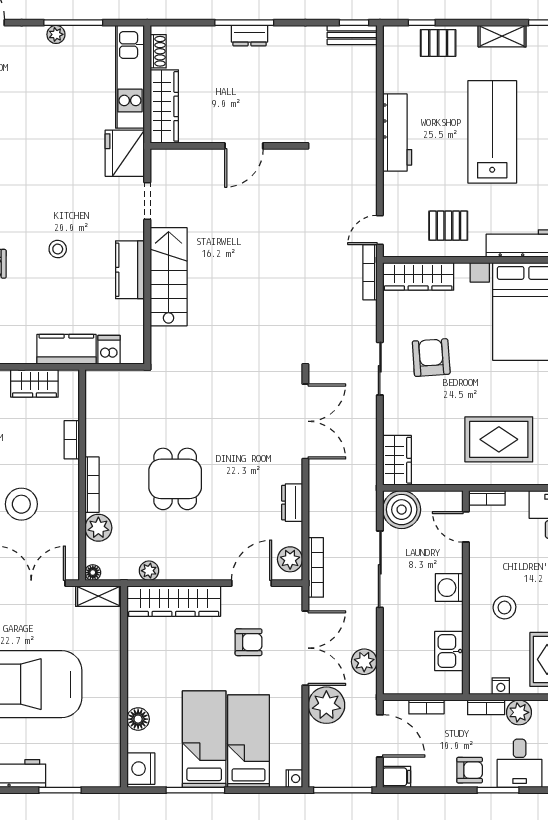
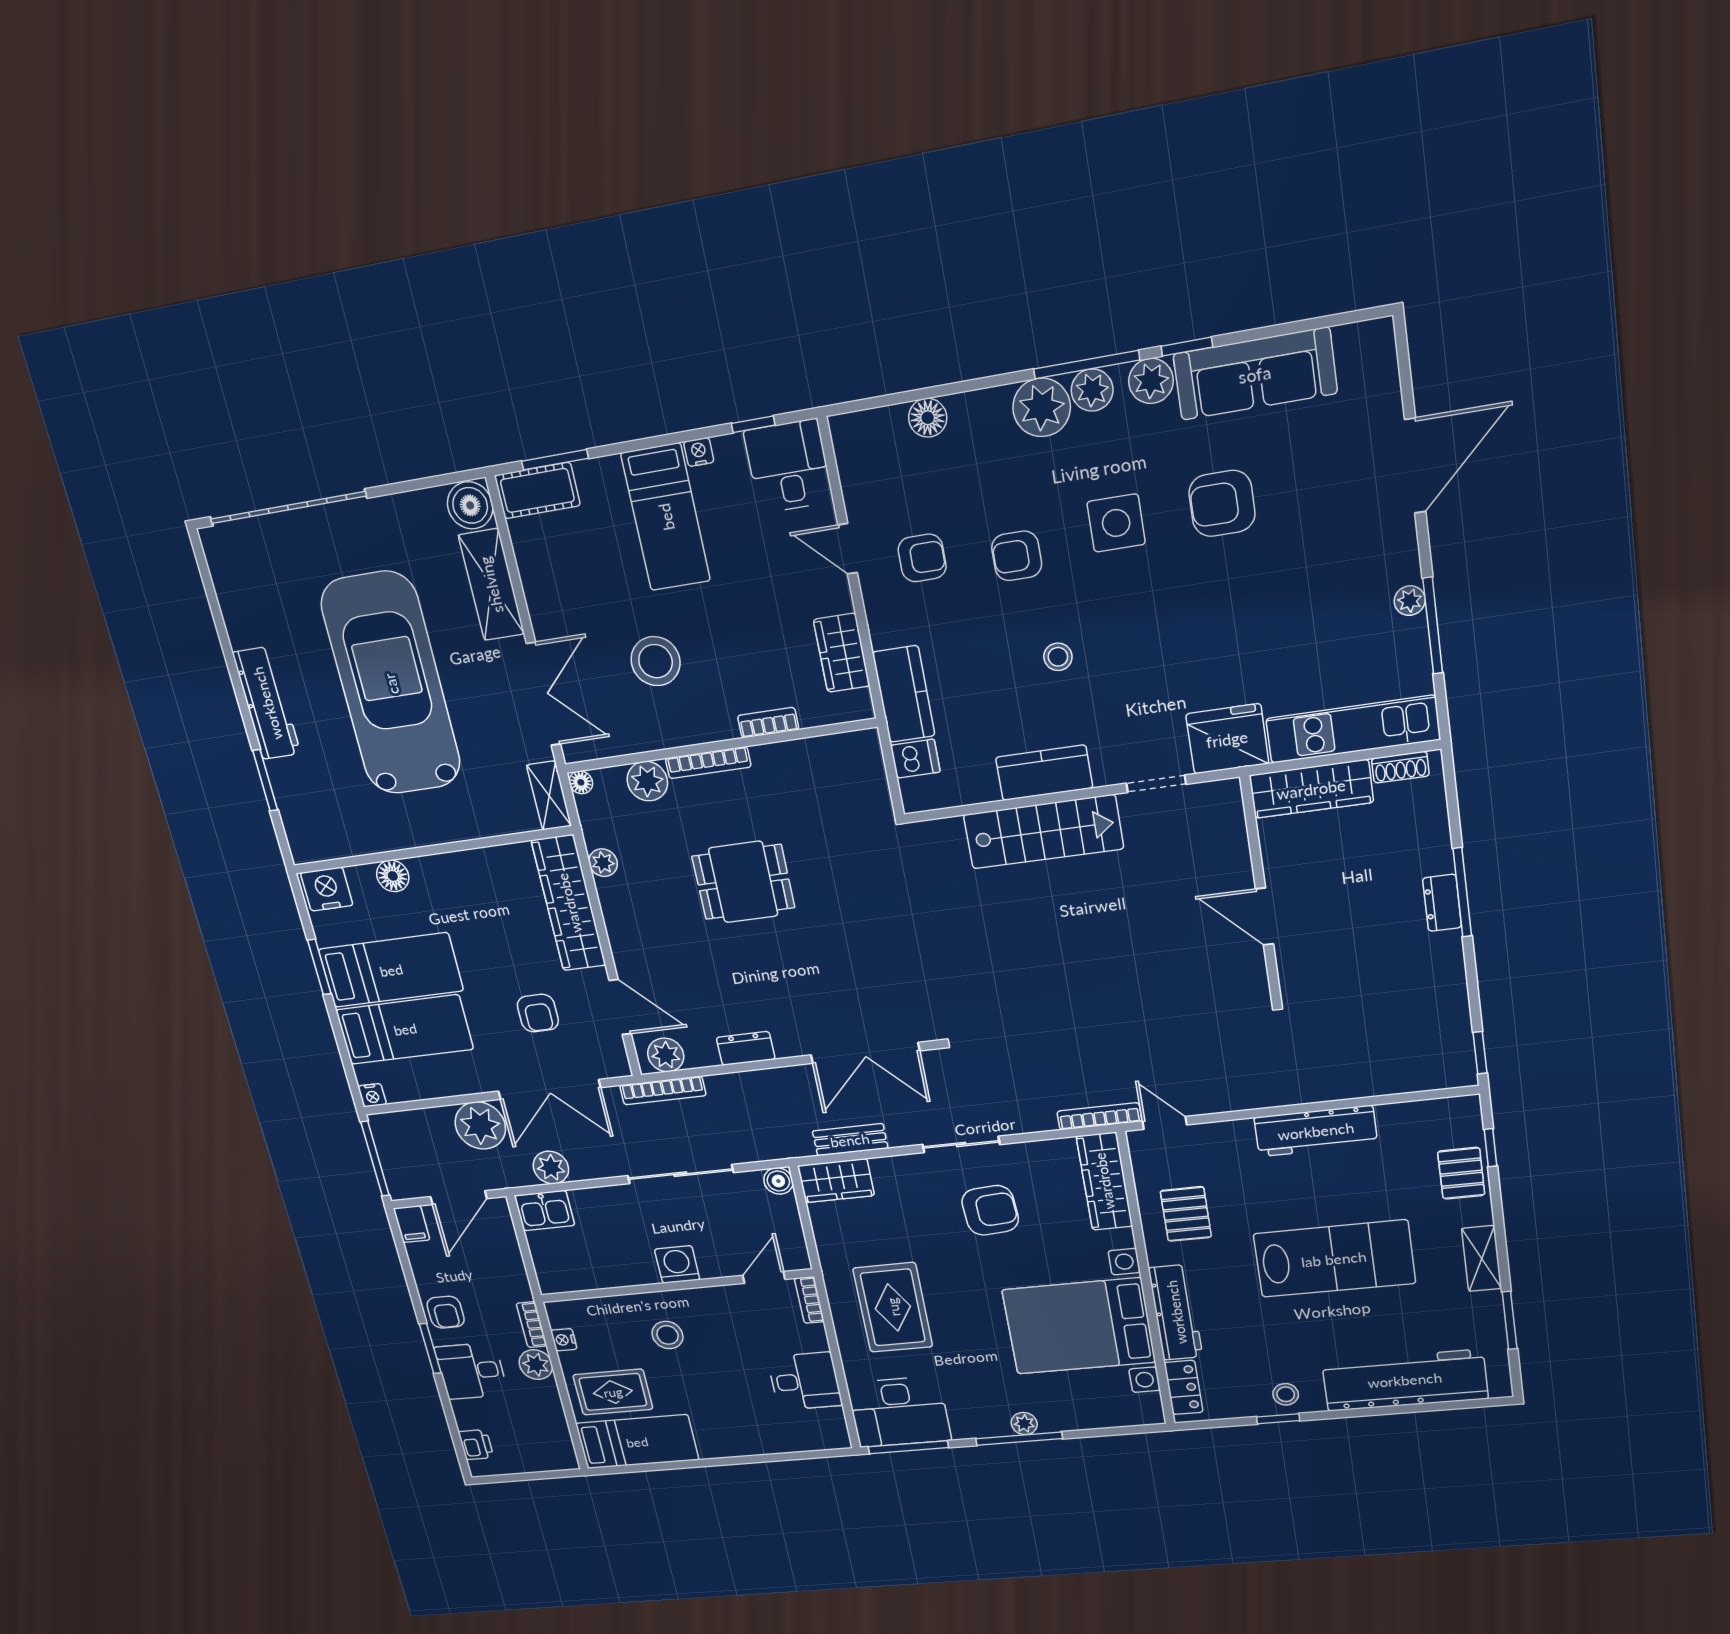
bench: (352, 35) -> (850, 1140), moved, turned 90
boiler: (402, 510) -> (778, 1181), width x0.54, depth x0.54
kitchen sink: (449, 651) -> (544, 1211), moved, turned 180
bookcase: (426, 707) -> (512, 1252), removed
window: (195, 790) -> (319, 967), width x0.69

